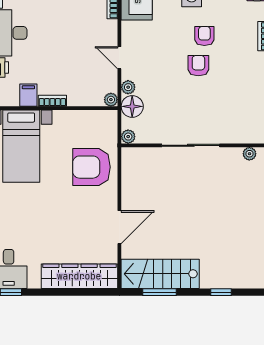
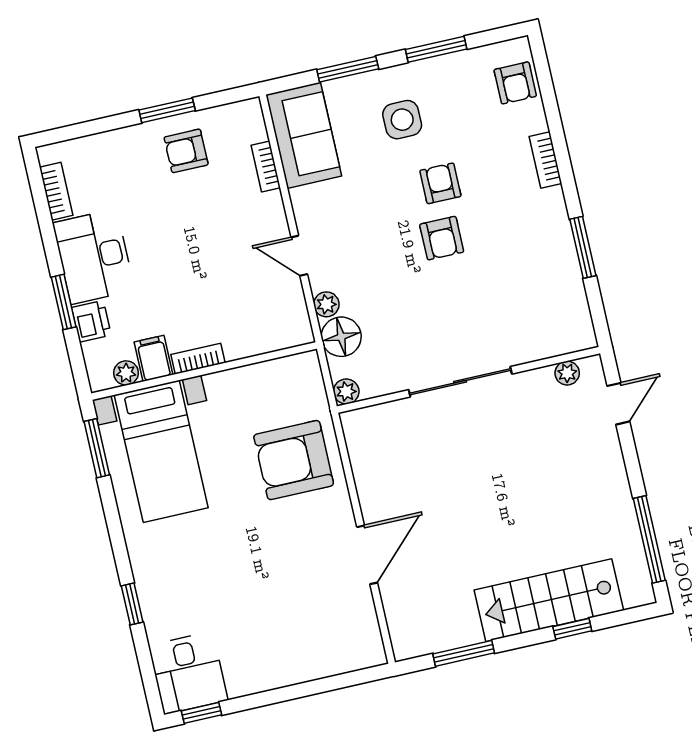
armchair: (198, 66) -> (442, 238), turned 180
plant: (111, 100) -> (126, 373), moved
stairs: (160, 274) -> (549, 600), moved
wardrobe: (79, 276) -> (316, 657), removed

